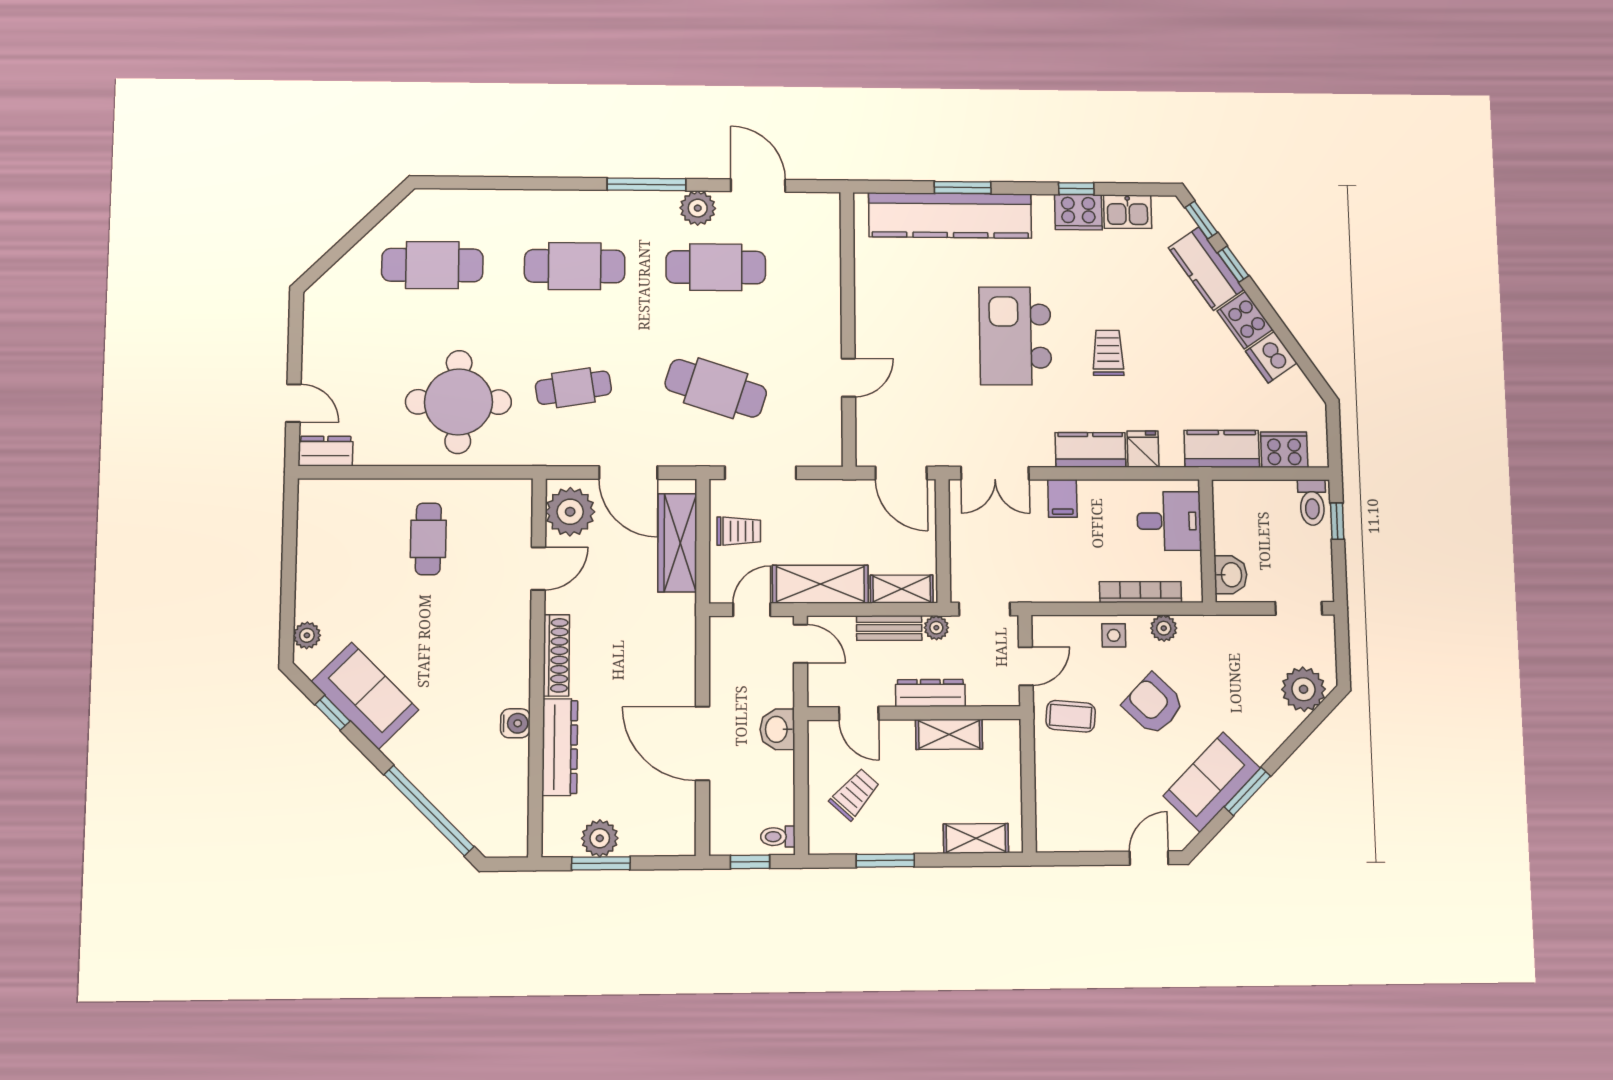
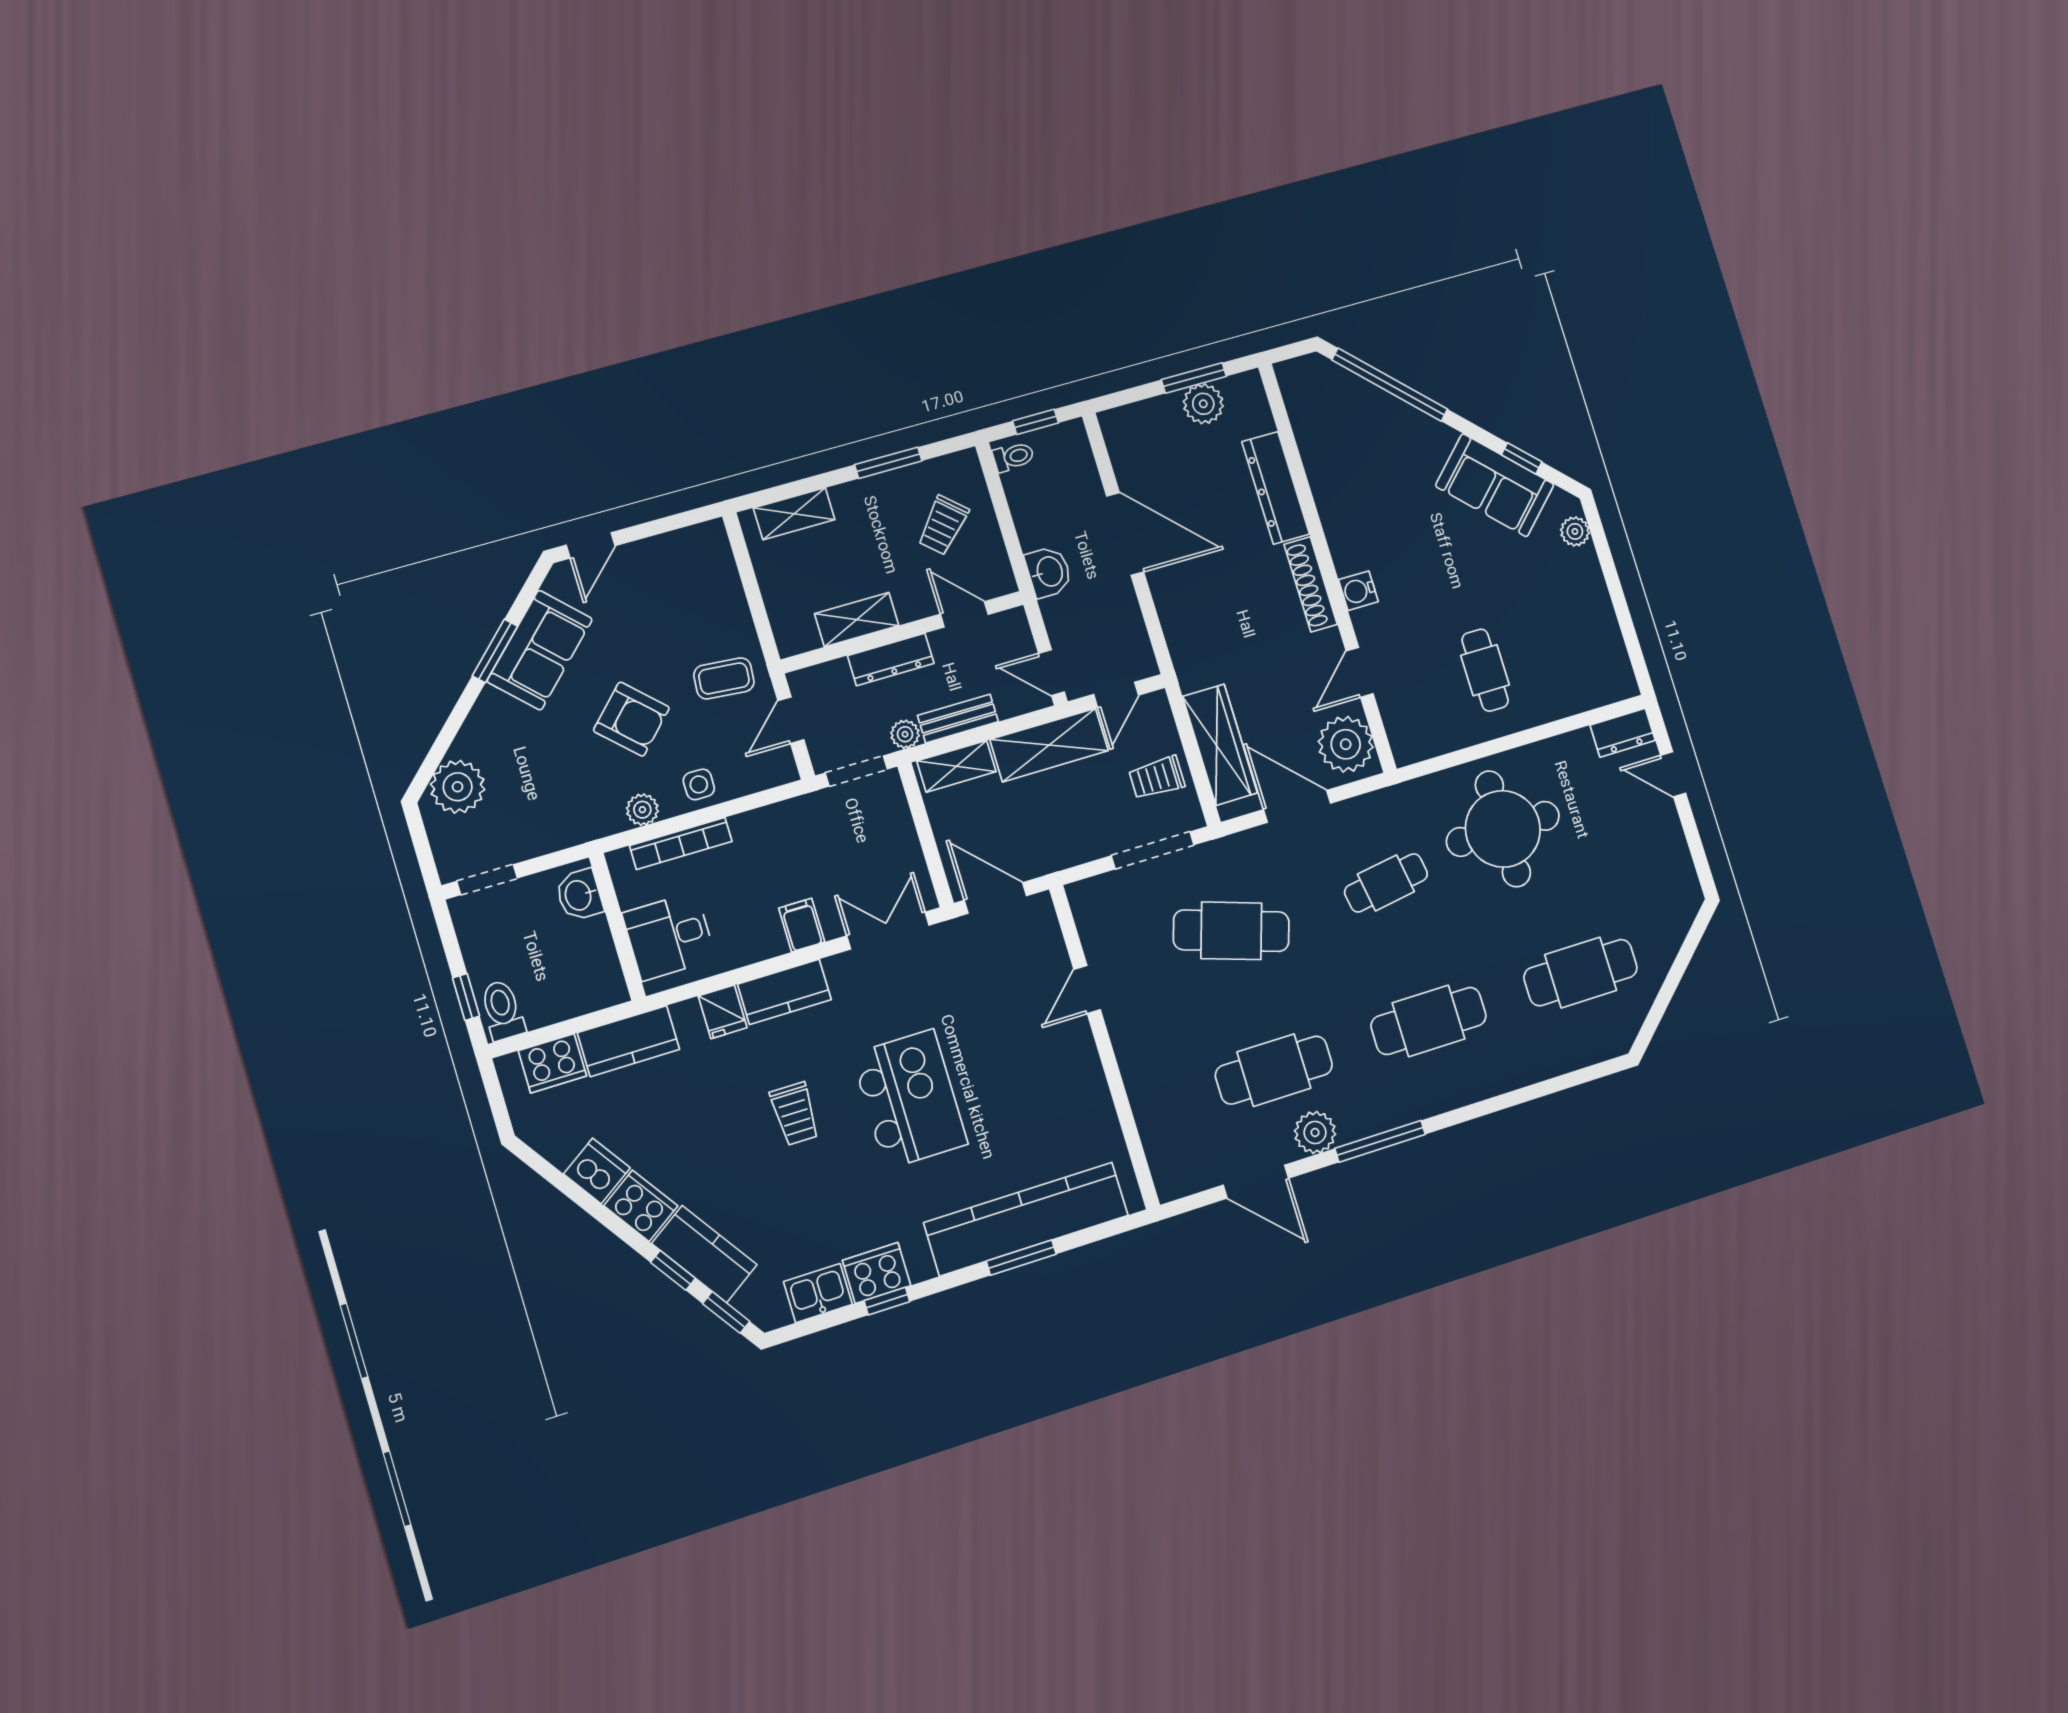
water cooler: (515, 723) -> (1358, 591), moved

